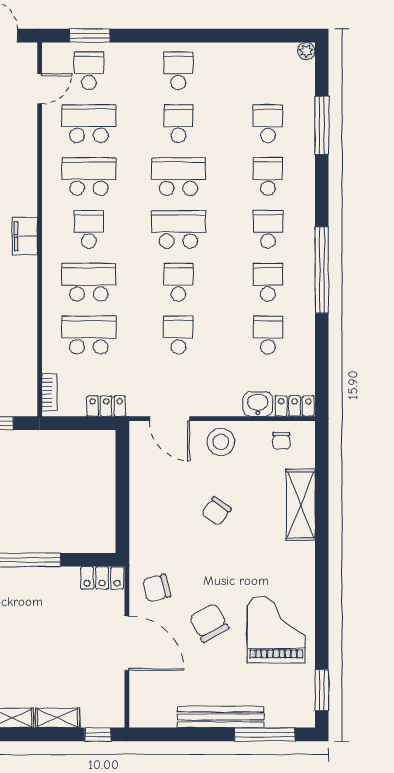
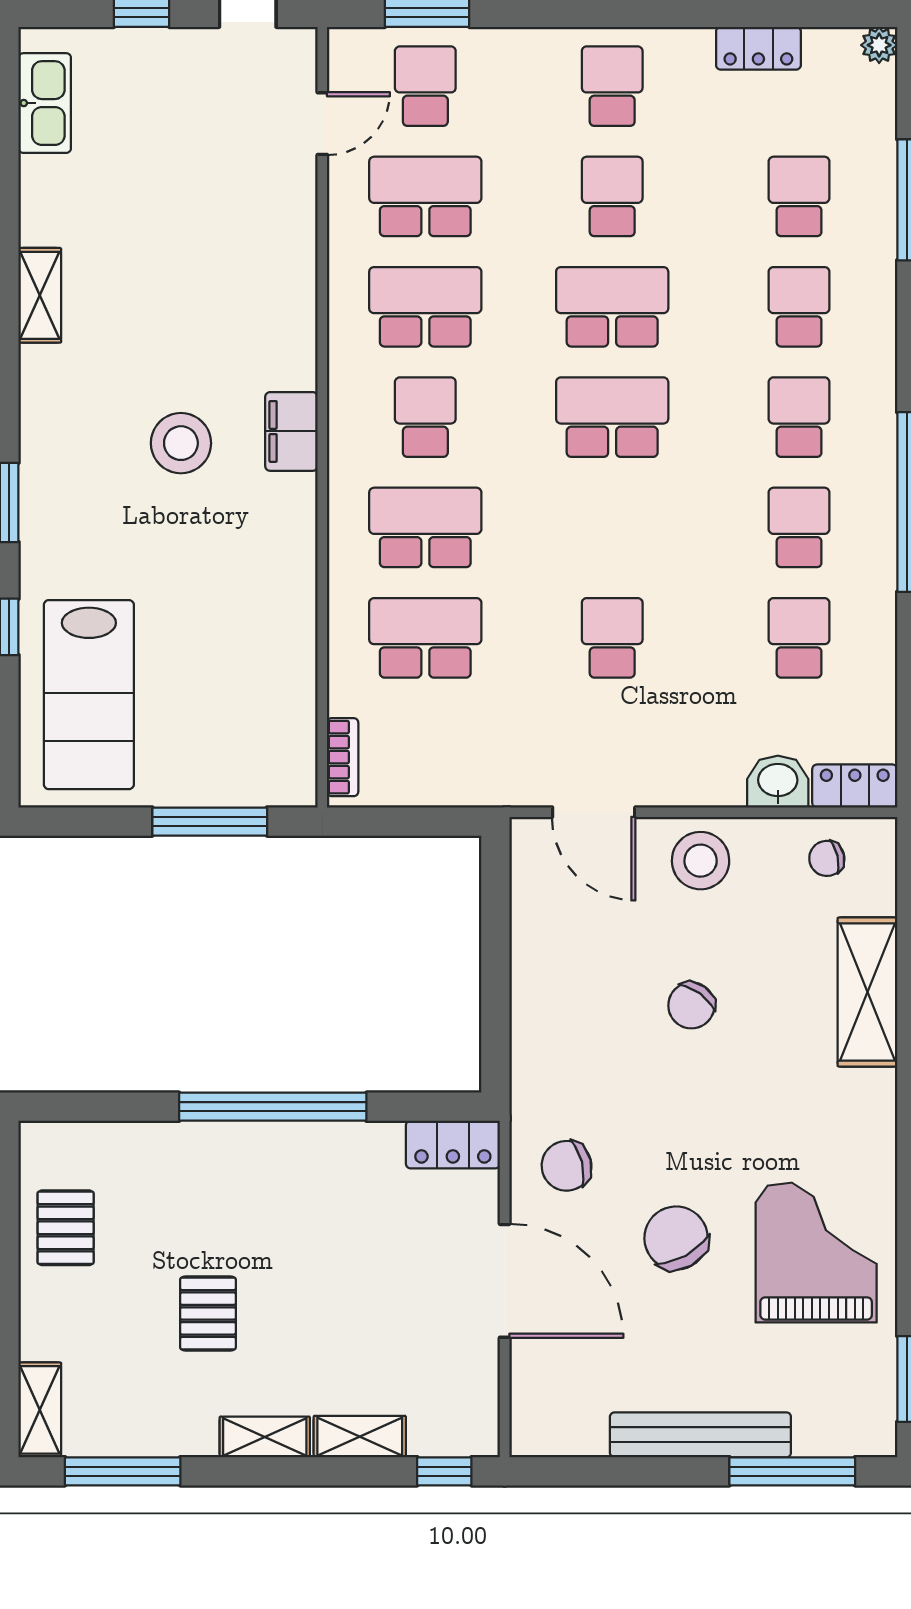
school desk: (178, 282) -> (612, 527), removed
locker: (106, 406) -> (758, 48), moved, turned 180
chair: (281, 441) -> (827, 858), turned 77

